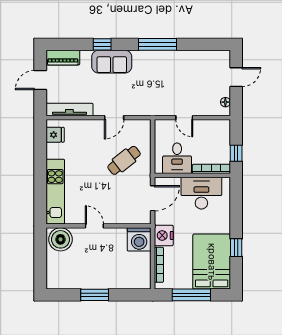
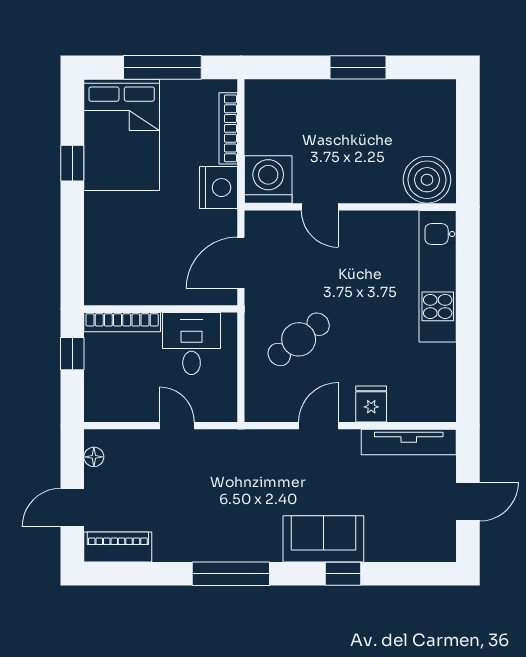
piano: (63, 58) -> (118, 547), moved
fridge: (55, 135) -> (371, 404), moved, turned 90
desk: (201, 193) -> (142, 273), removed
door: (94, 226) -> (320, 207), moved

